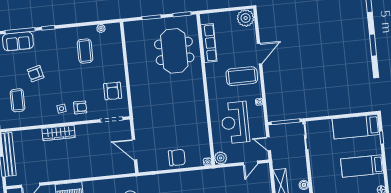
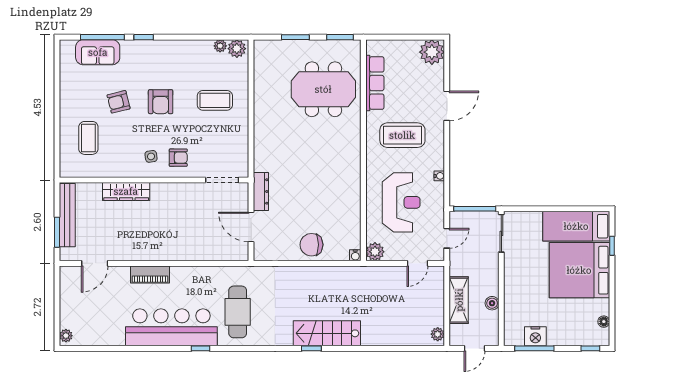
plant: (112, 29) -> (237, 49), added
coffee table: (85, 51) -> (215, 100), moved, turned 90
meeting table: (174, 51) -> (323, 89), turned 90
coffee table: (242, 76) -> (402, 135), moved
armchair: (113, 91) -> (161, 102), moved
reception desk: (235, 123) -> (401, 202), turned 180
dresser: (139, 125) -> (261, 191), added
wardrobe: (58, 133) -> (126, 191), moved
door: (269, 144) -> (447, 238), swing flipped
chair: (177, 158) -> (311, 245), turned 180
bed: (362, 166) -> (579, 270), width x2.04

